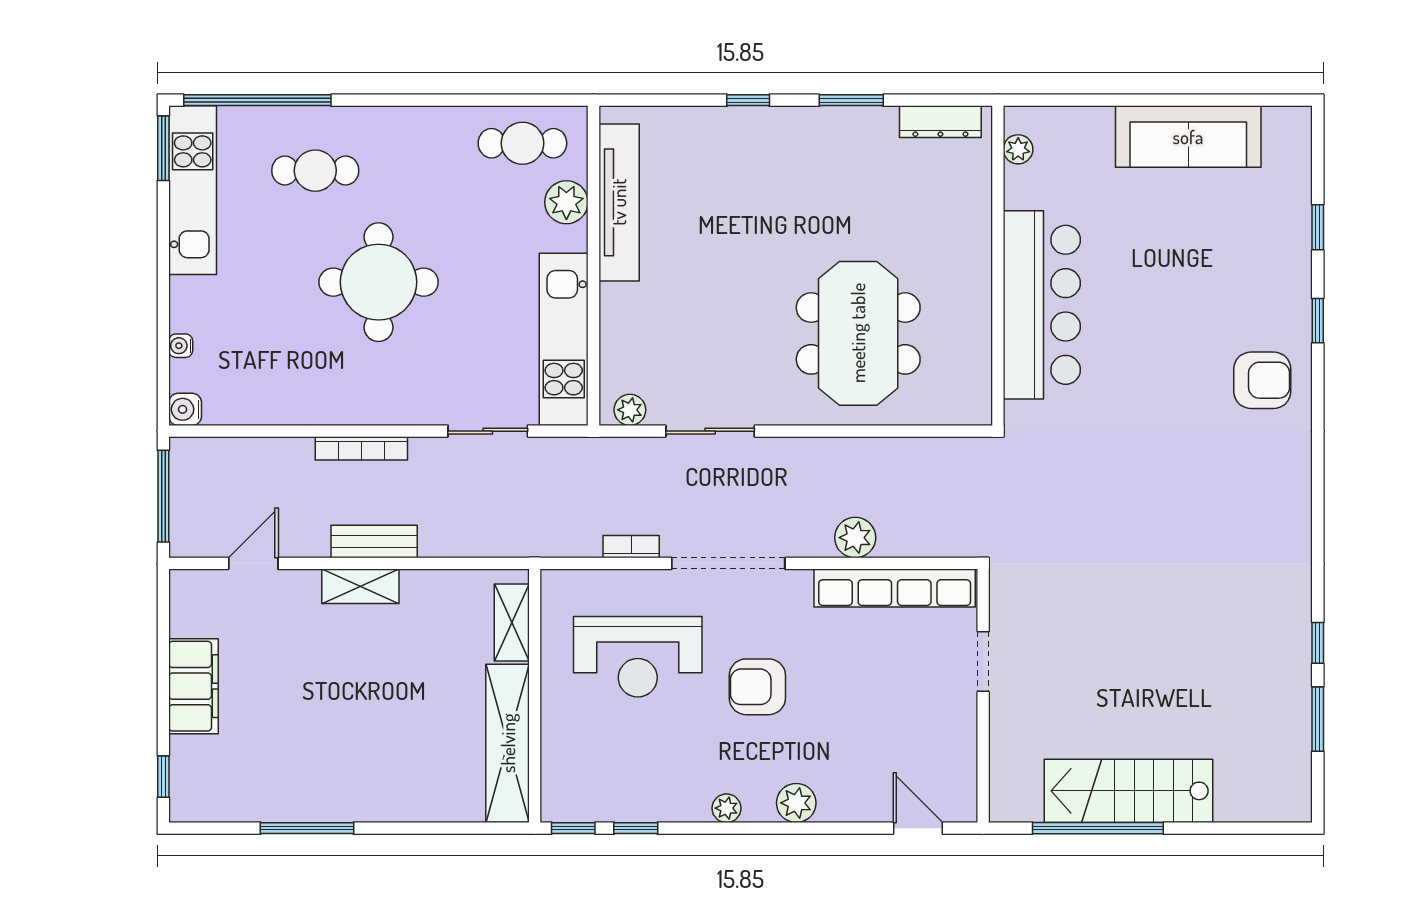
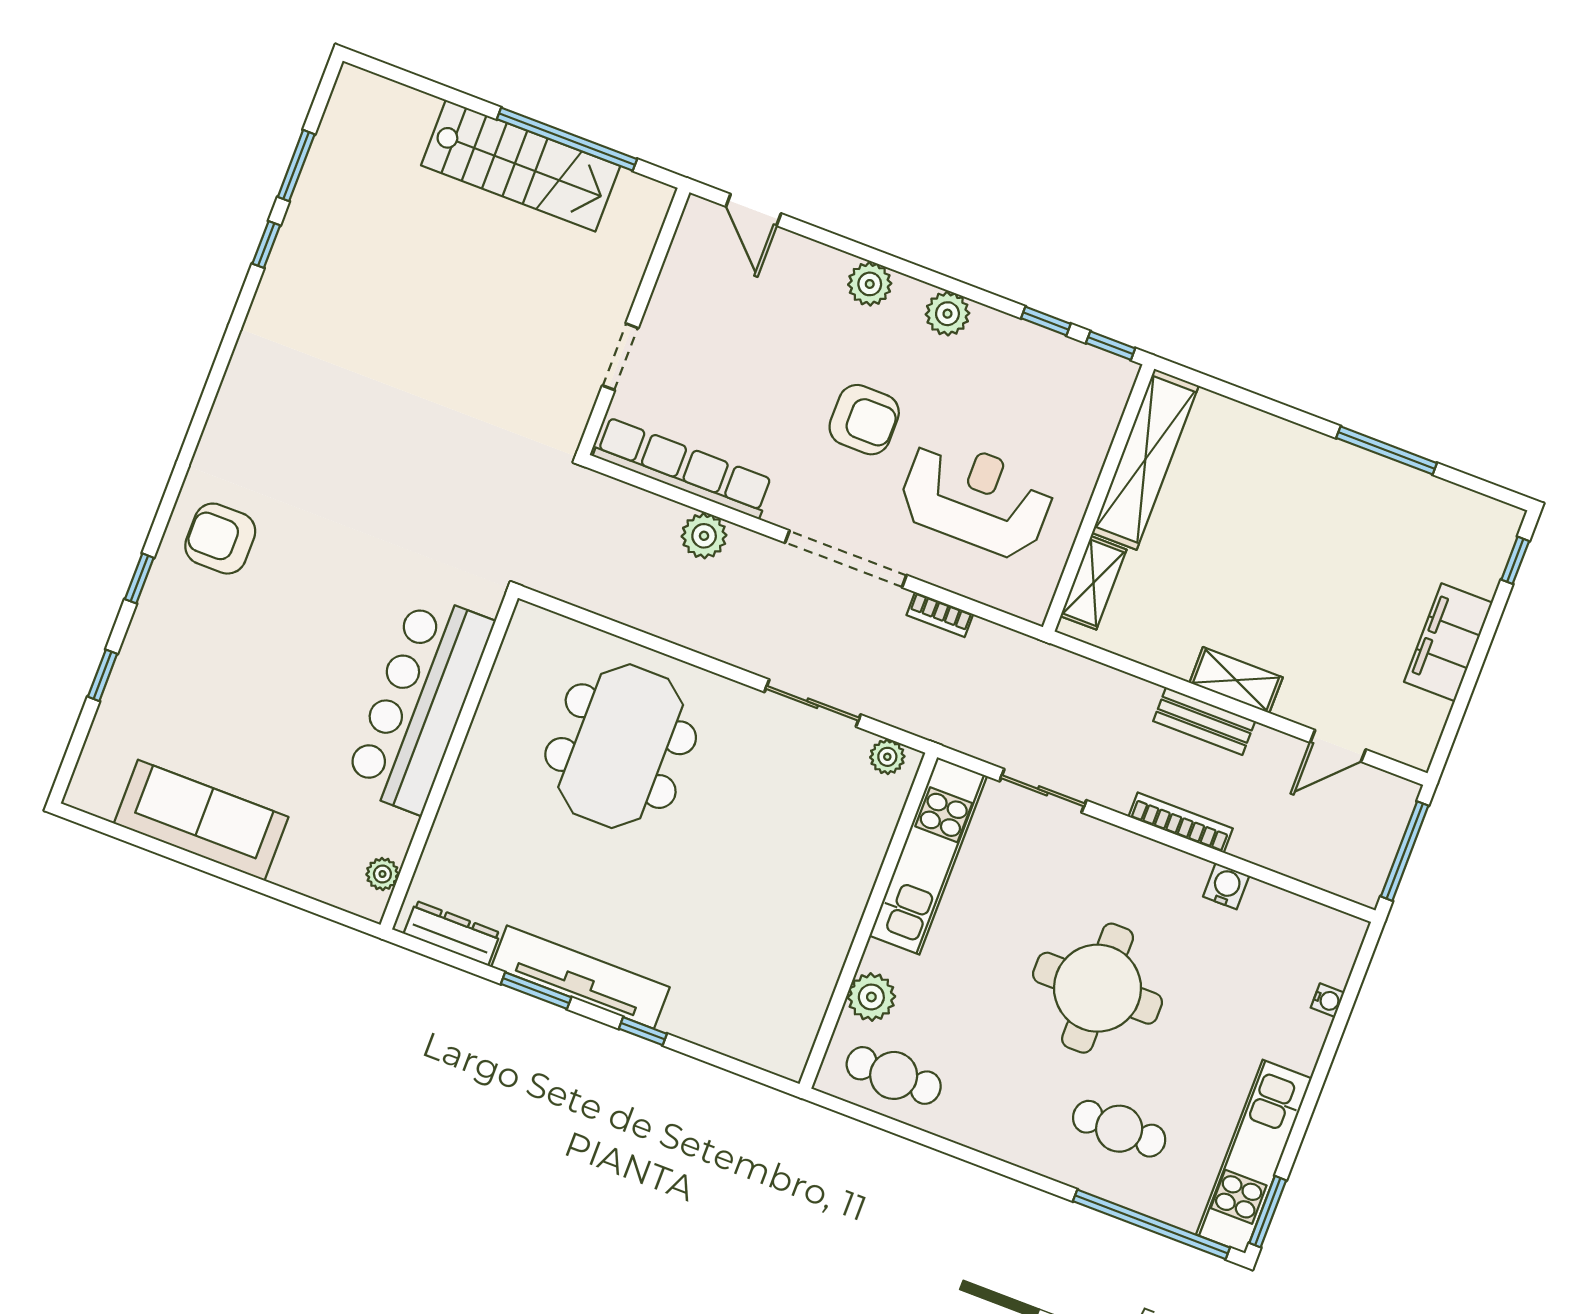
tv unit: (619, 202) -> (580, 977), moved, turned 90
water cooler: (185, 409) -> (1226, 886), moved, turned -90
plant: (726, 808) -> (947, 314), width x1.38, depth x1.38

